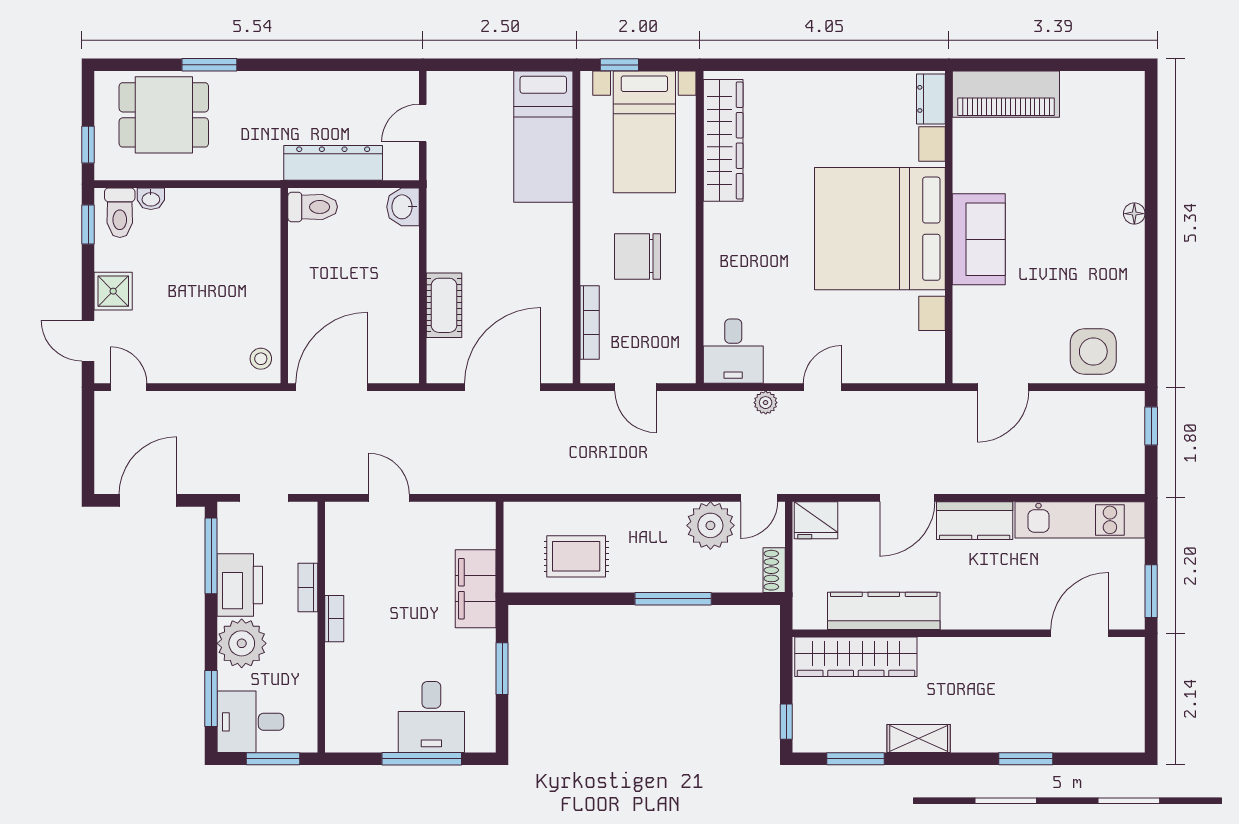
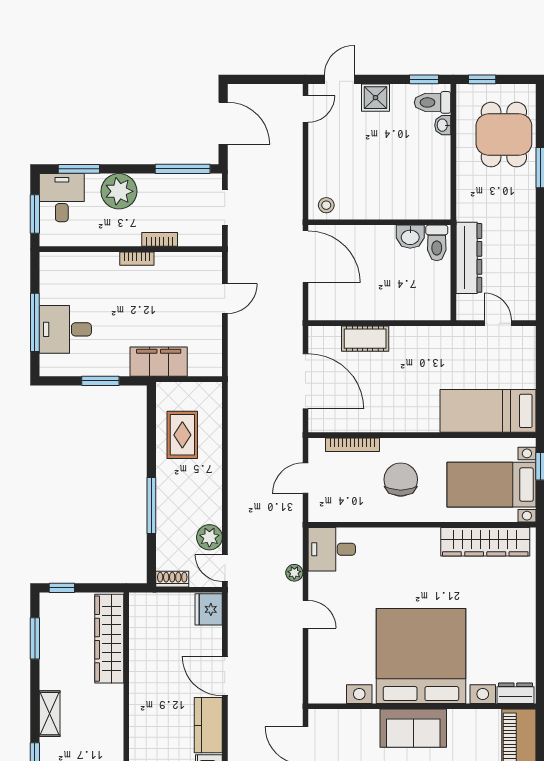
washbasin: (403, 207) -> (410, 237), moved, turned 180
plant: (710, 525) -> (209, 537), width x0.73, depth x0.73
printer: (240, 585) -> (161, 190), removed
kitchen counter: (884, 611) -> (143, 659), removed
shelving: (919, 738) -> (50, 714), moved

